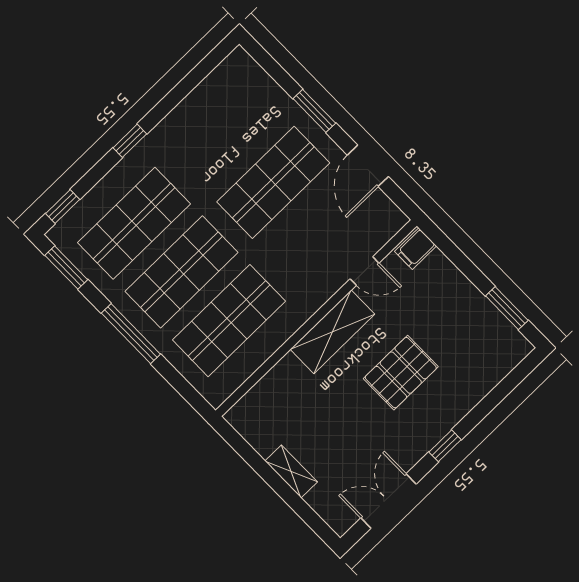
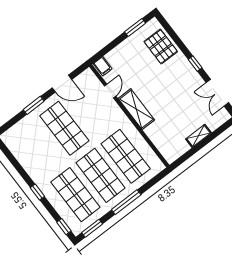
pallet: (401, 373) -> (161, 47), moved

